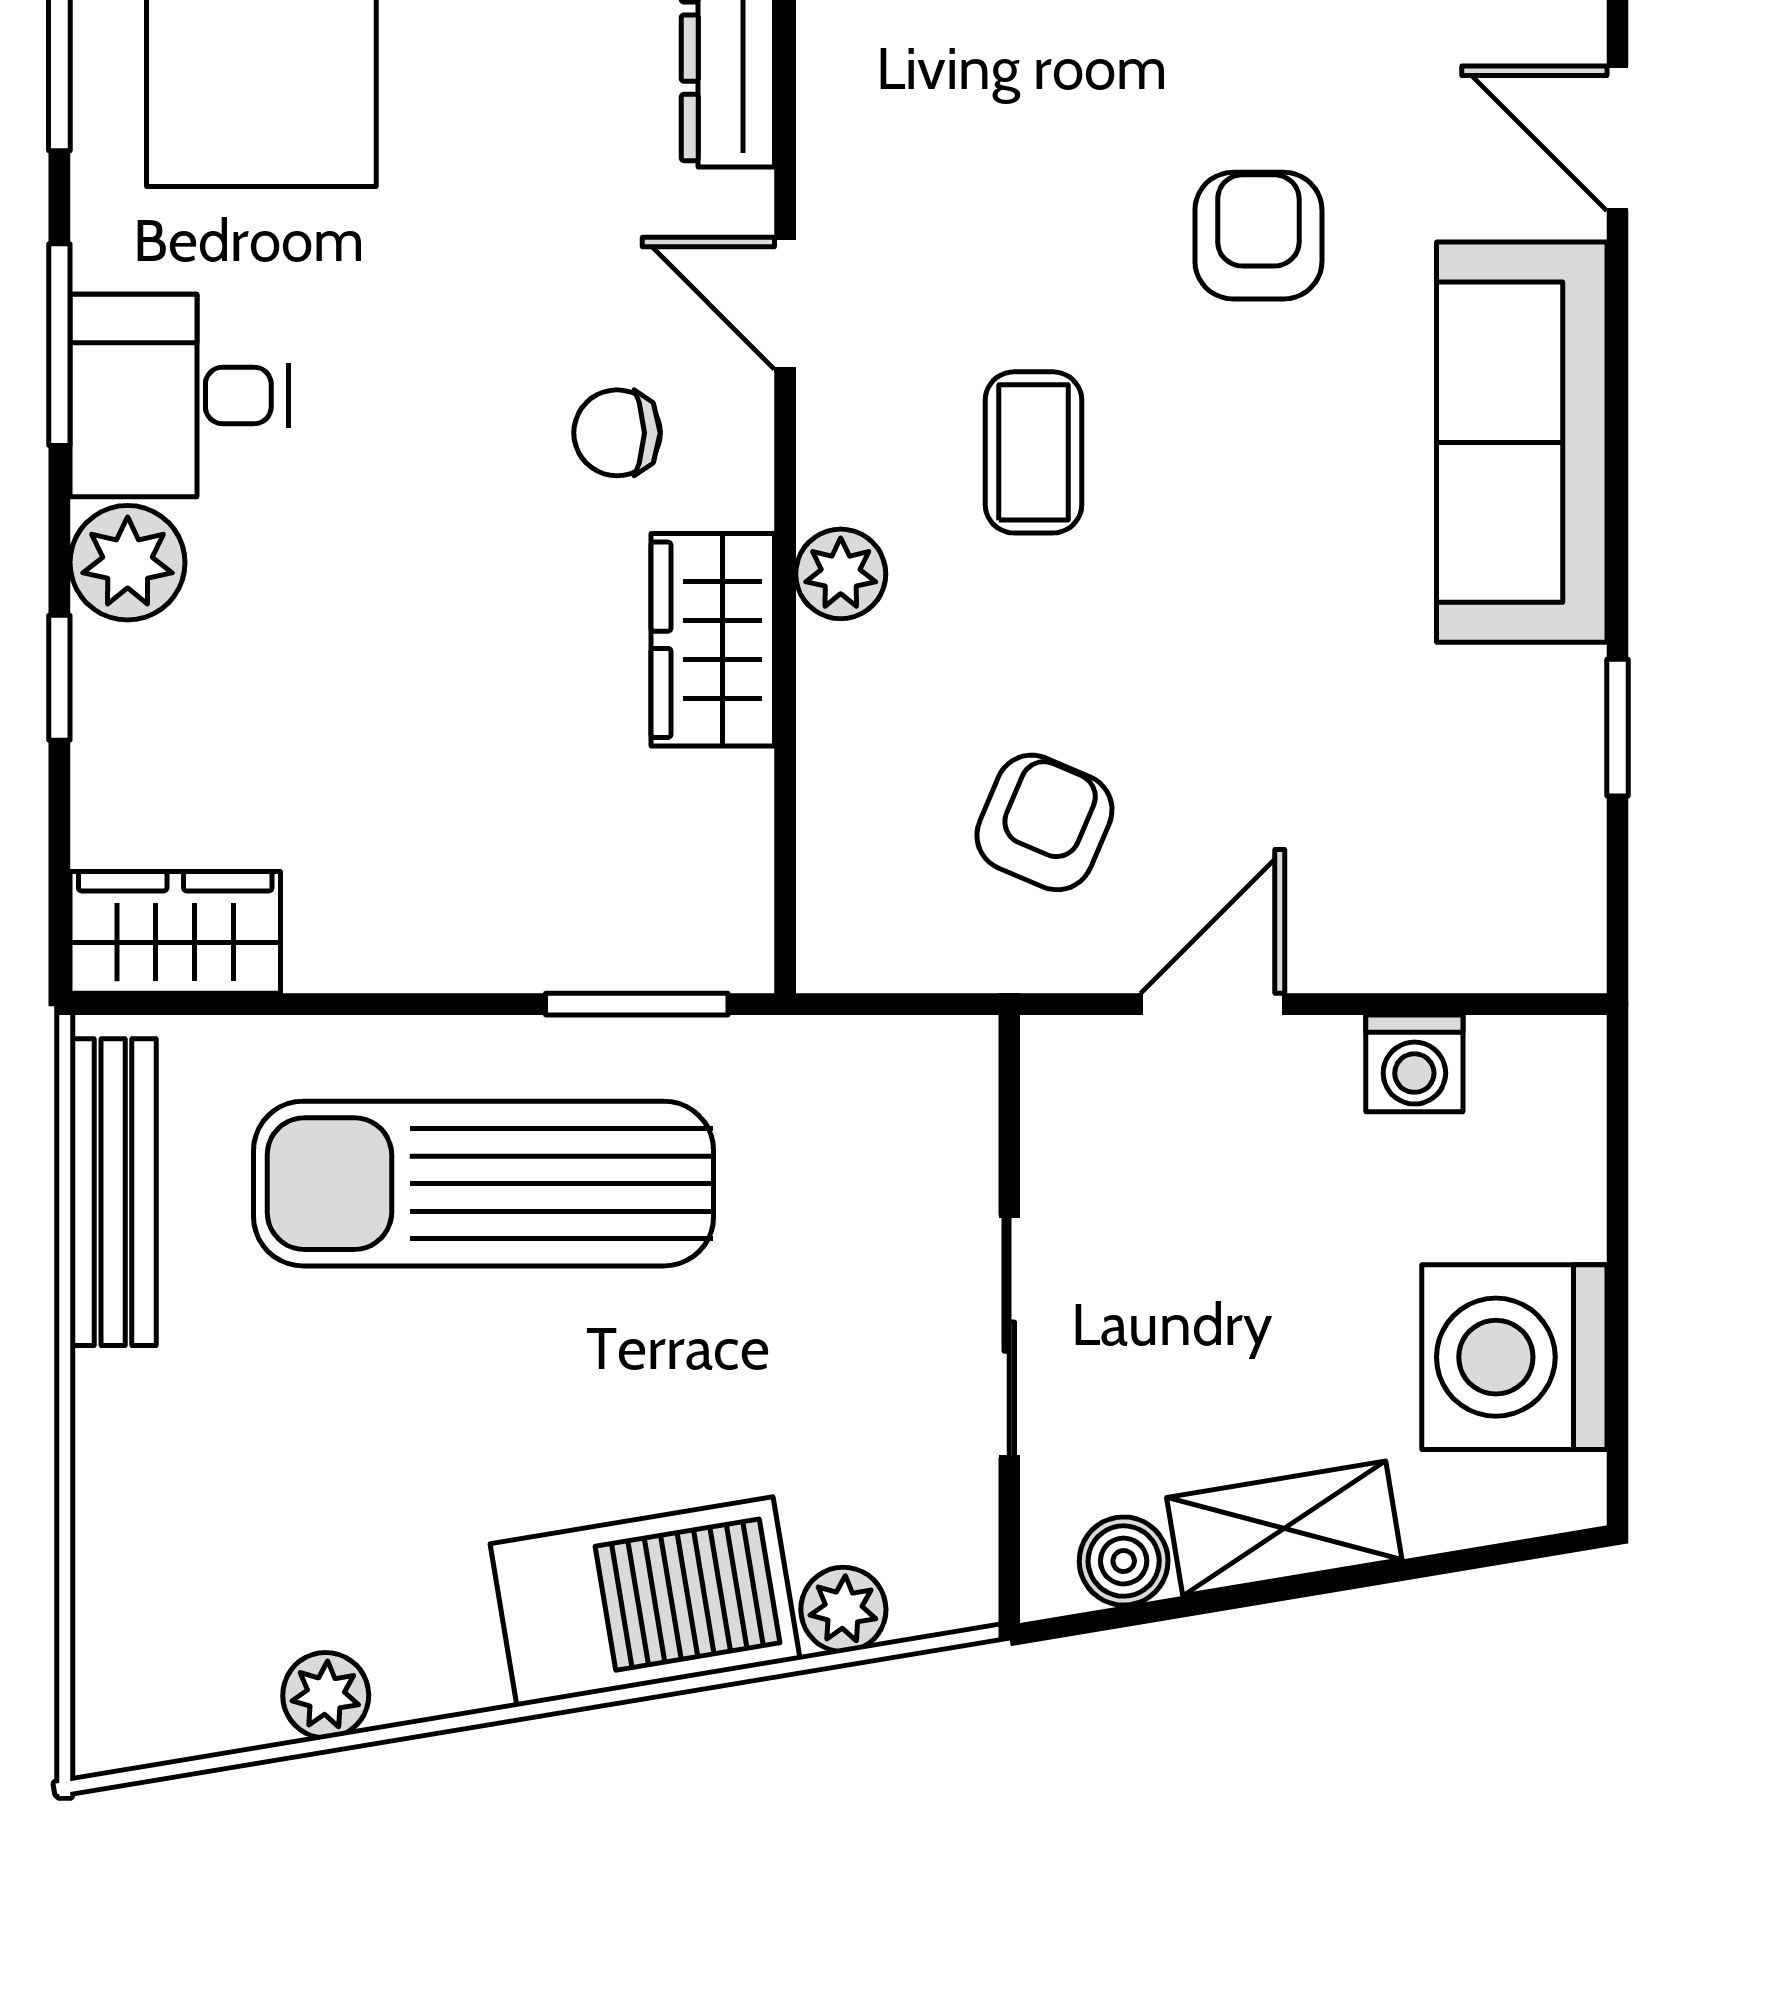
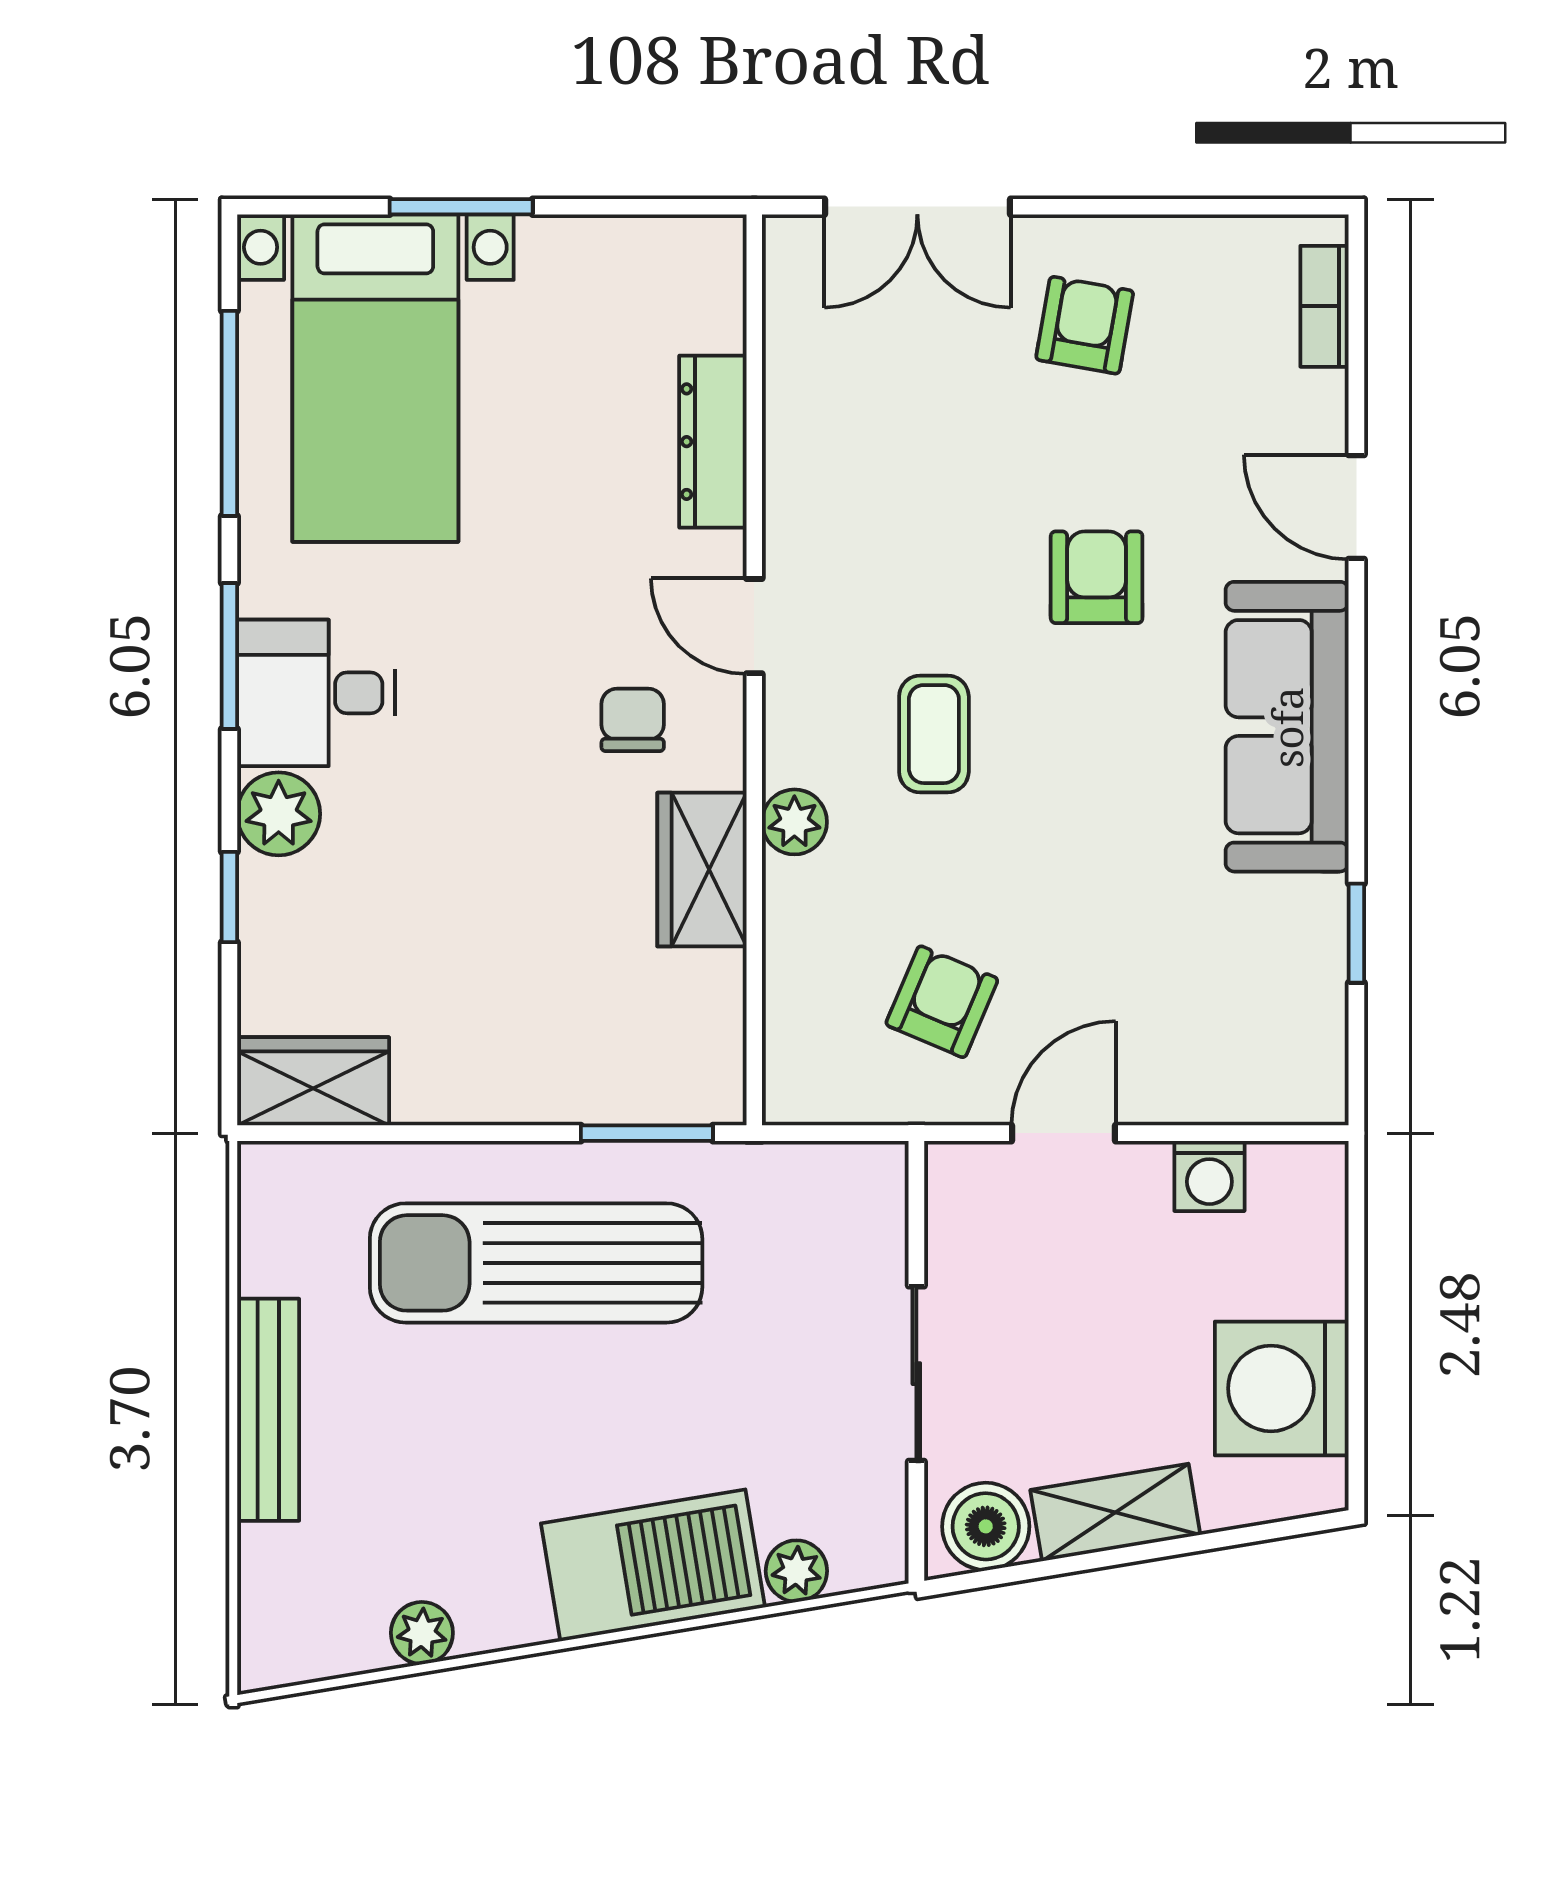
chair: (617, 433) -> (633, 720), turned 90
bench: (113, 1192) -> (268, 1410), moved
boiler: (1124, 1561) -> (986, 1526), width x1.36, depth x1.36

